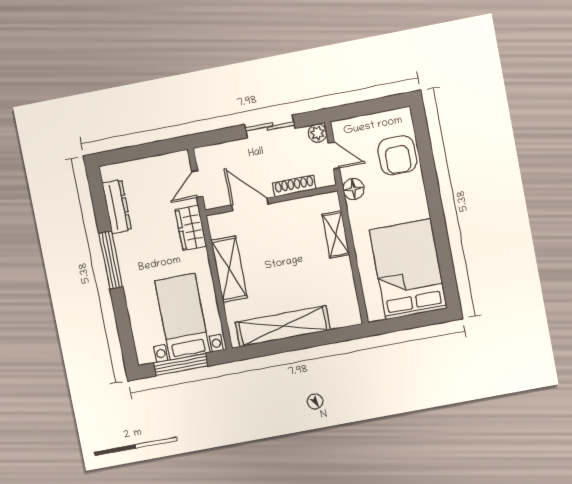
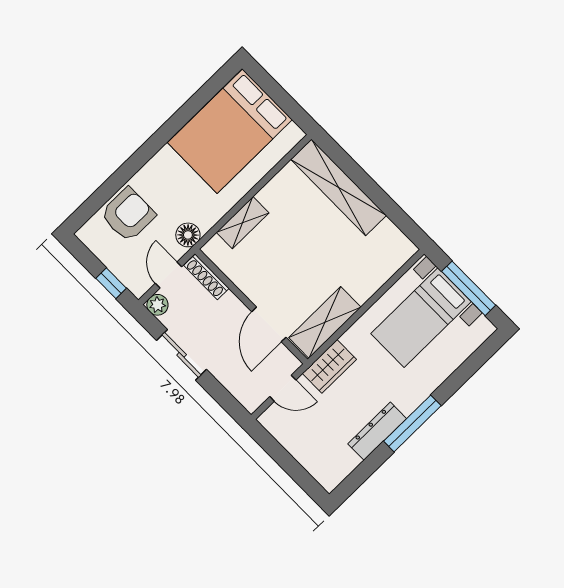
window: (356, 110) -> (111, 283), added
shoe rack: (294, 186) -> (206, 277), moved
dresser: (117, 207) -> (377, 431), moved
shelving: (229, 269) -> (325, 322), moved
shelving: (283, 326) -> (339, 187), moved

